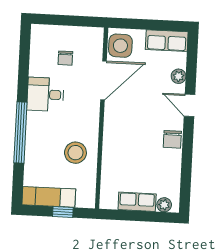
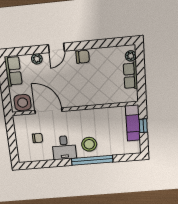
stool: (75, 153) -> (89, 144), moved
exam couch: (49, 197) -> (133, 123), moved

